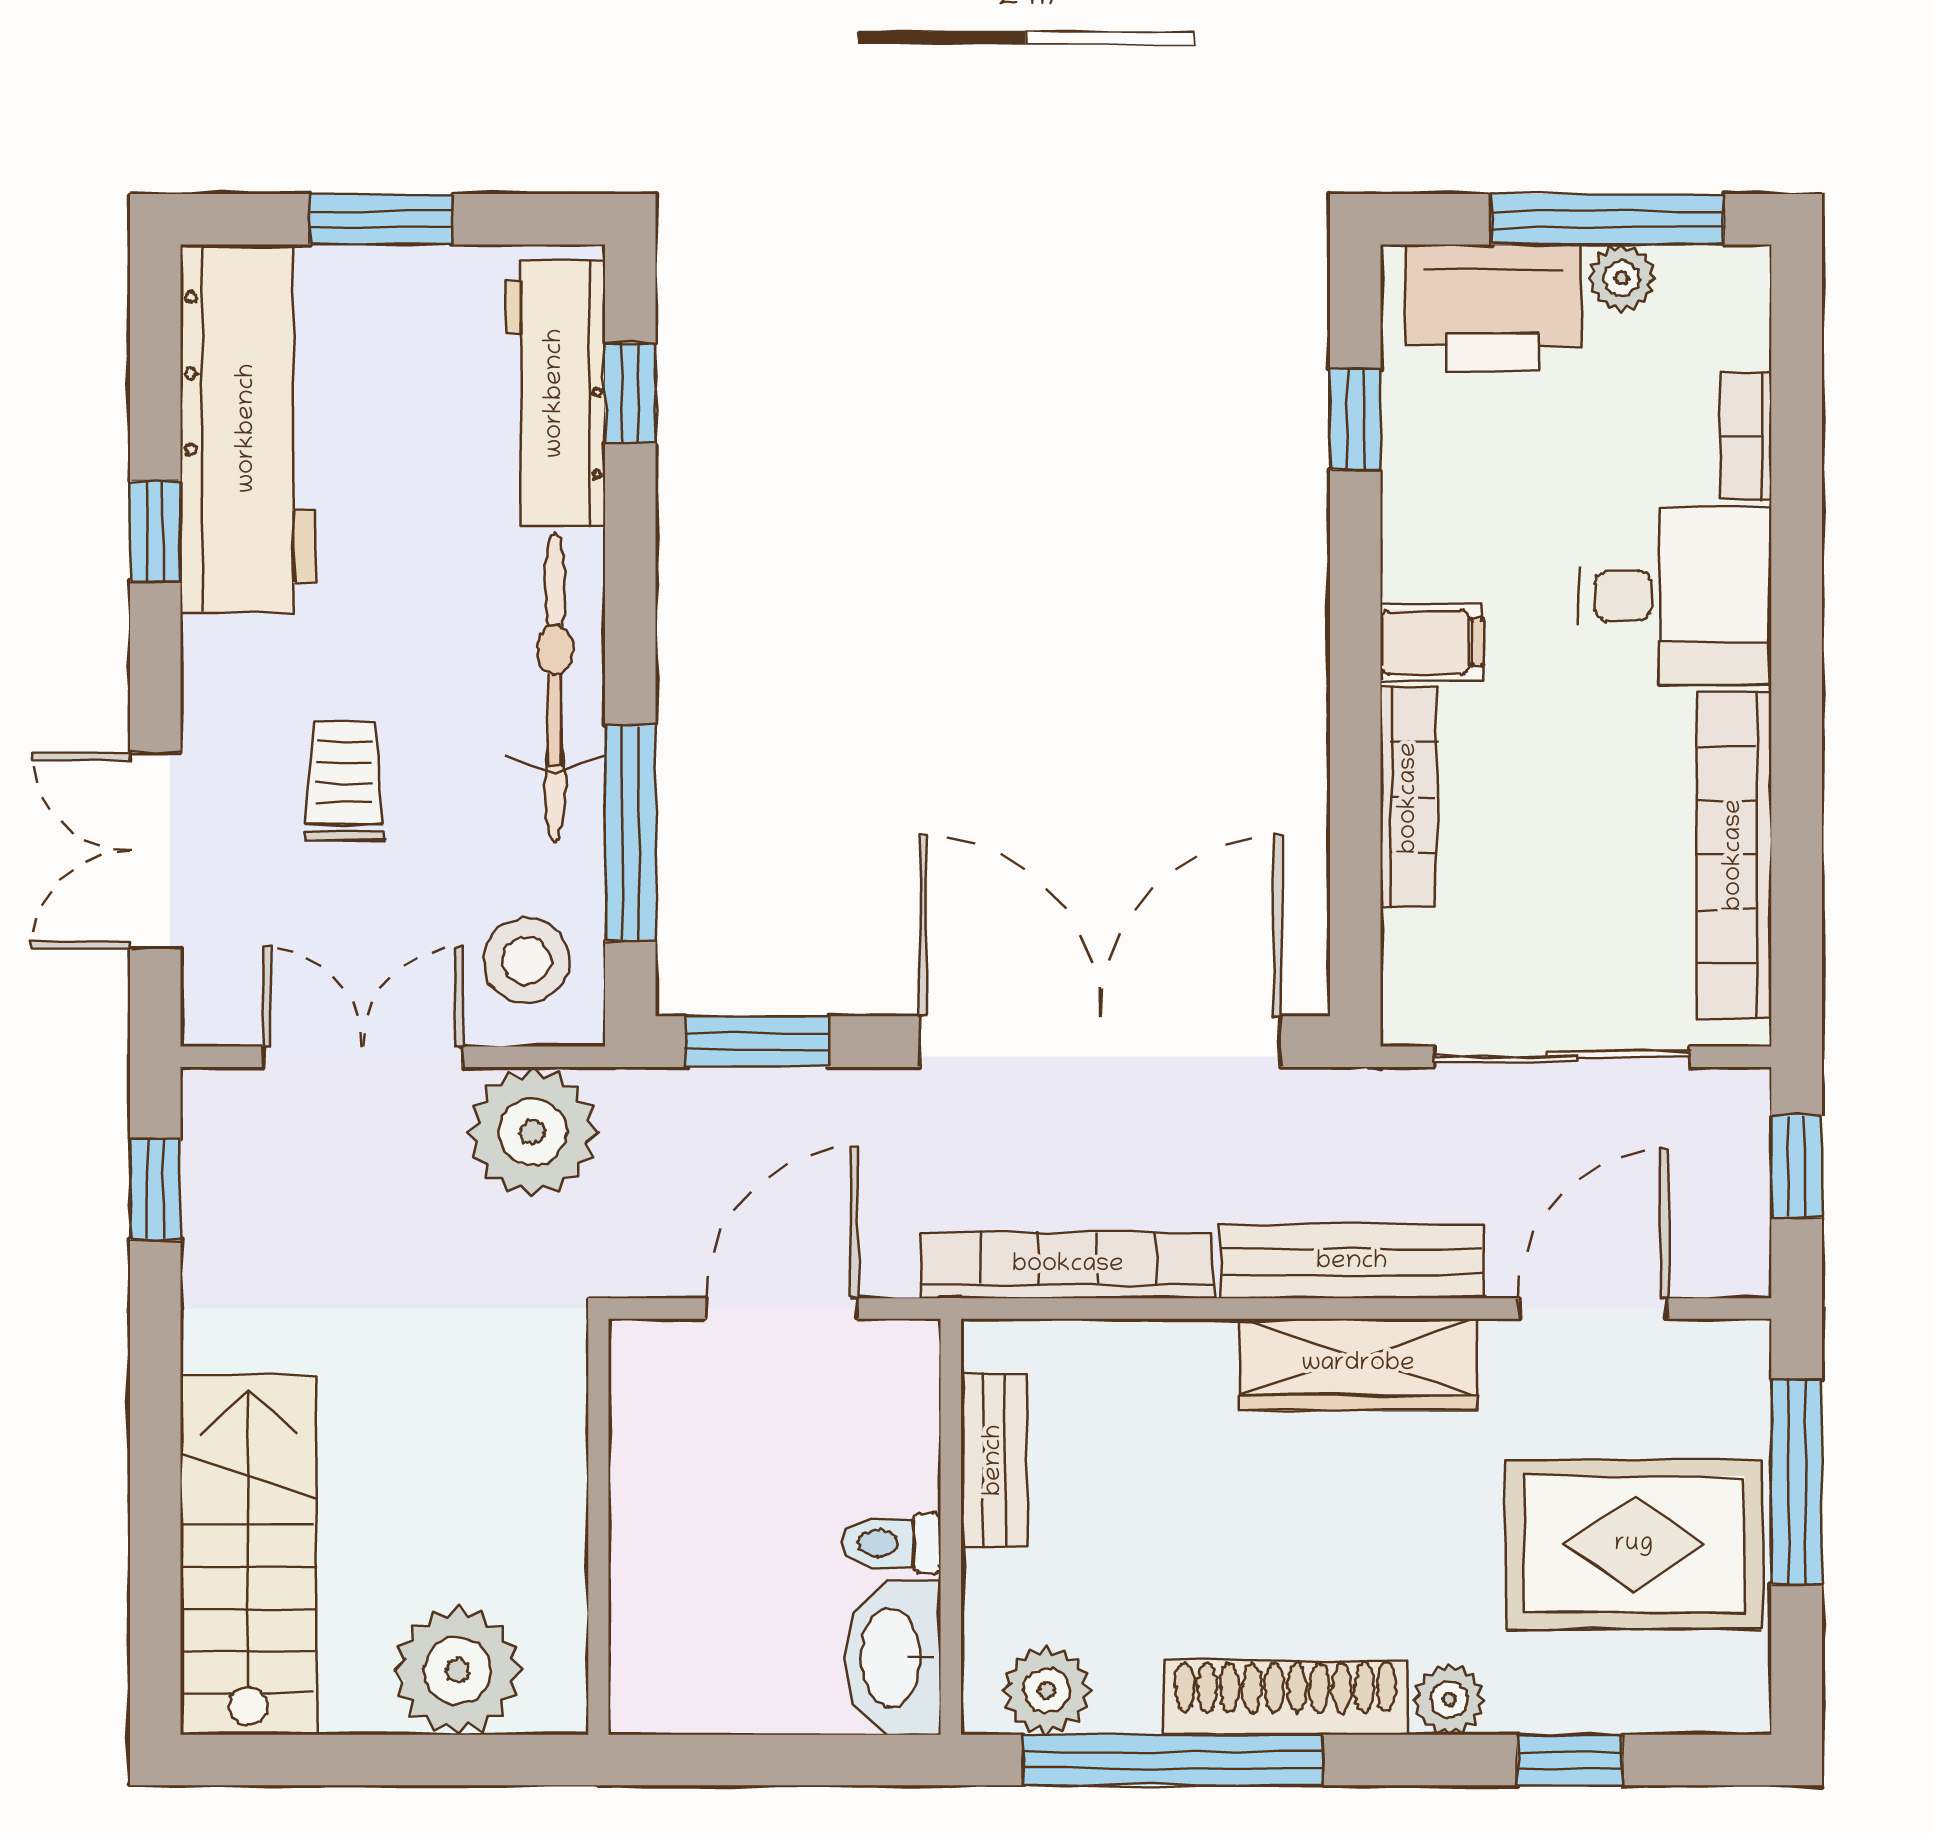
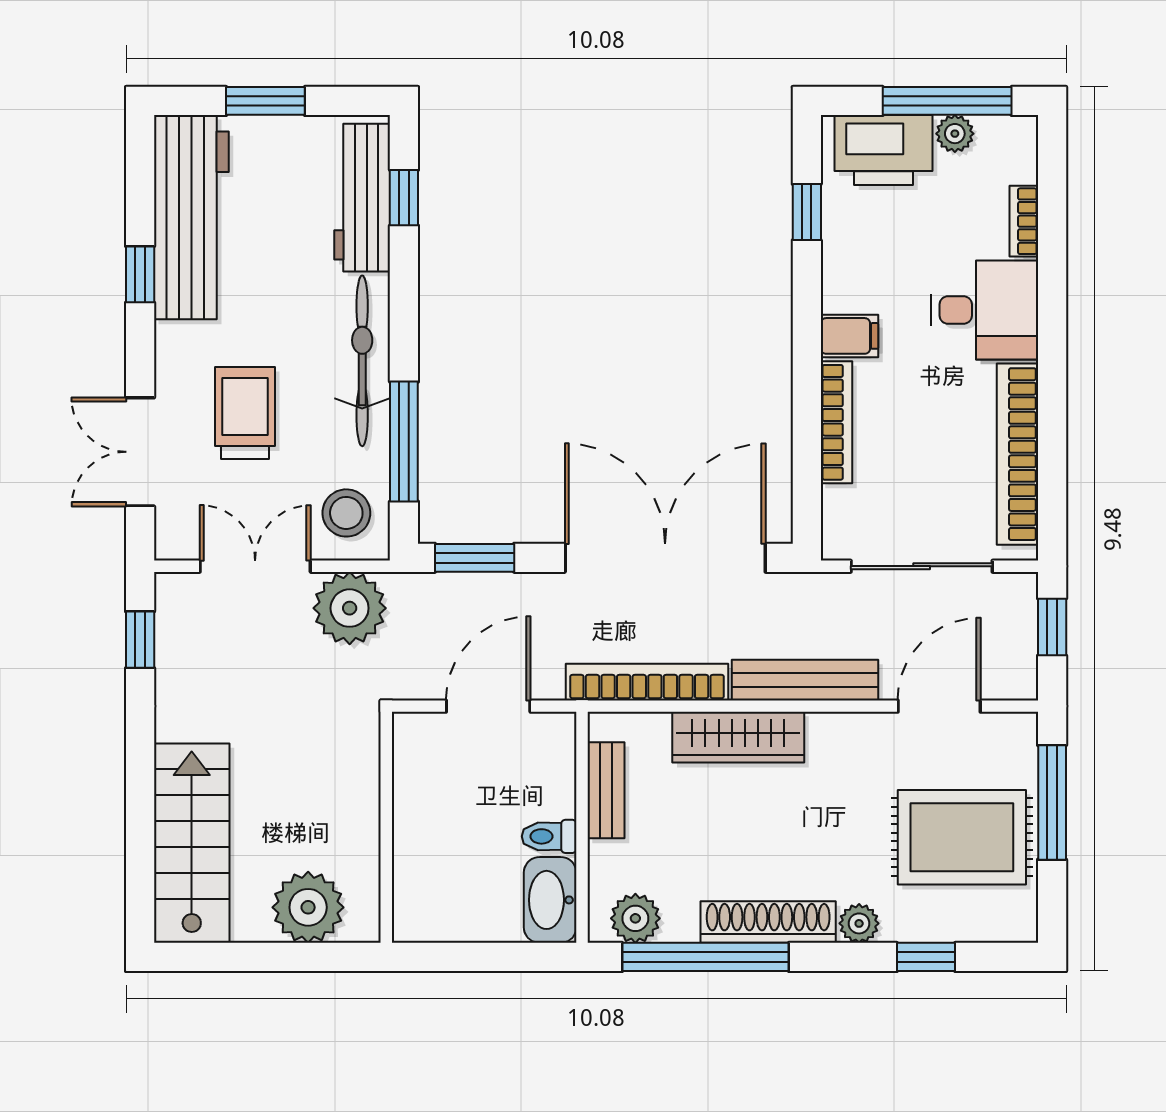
trolley: (344, 781) -> (245, 413), width x1.36, depth x1.39
wardrobe: (1358, 1364) -> (738, 737), moved

